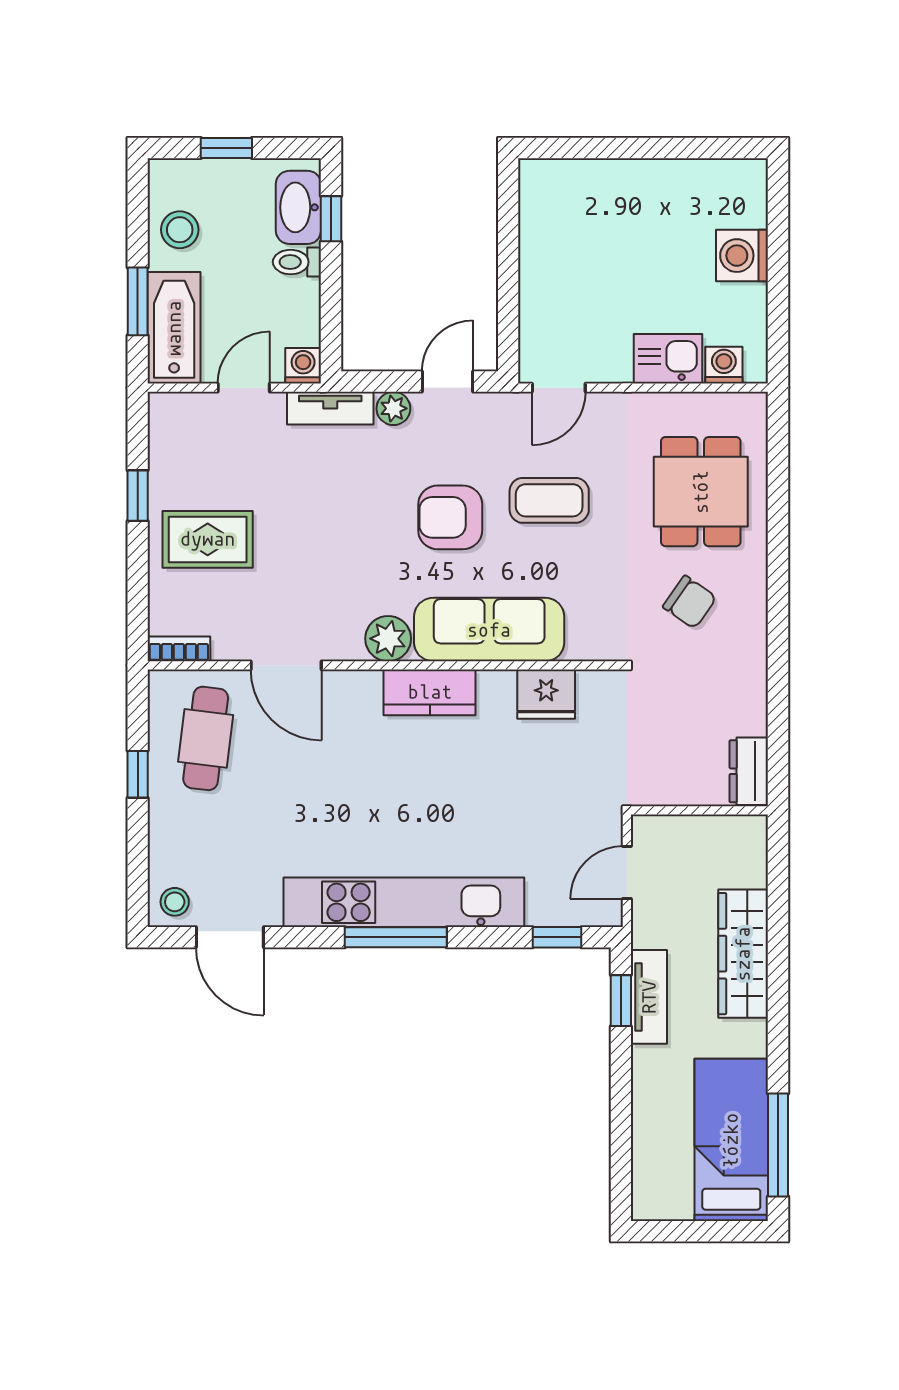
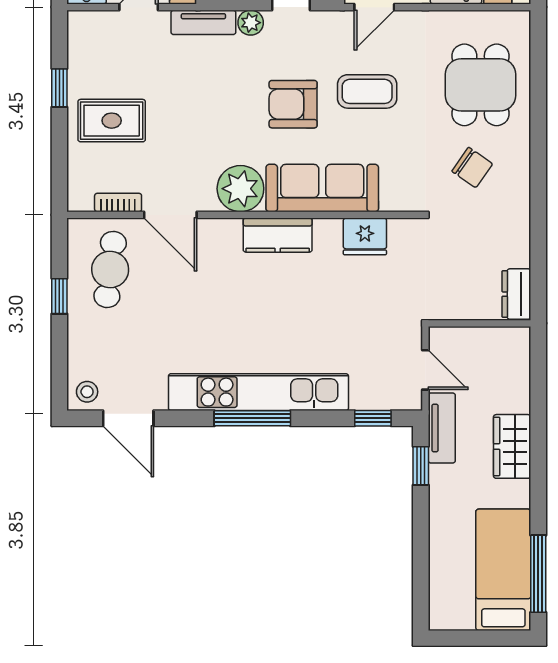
plant: (388, 639) -> (240, 189), width x1.36, depth x1.36
bookcase: (179, 649) -> (118, 203), moved
door: (627, 873) -> (425, 370), swing flipped
wardrobe: (743, 954) -> (512, 446), width x0.67
tv unit: (649, 997) -> (442, 428), moved

